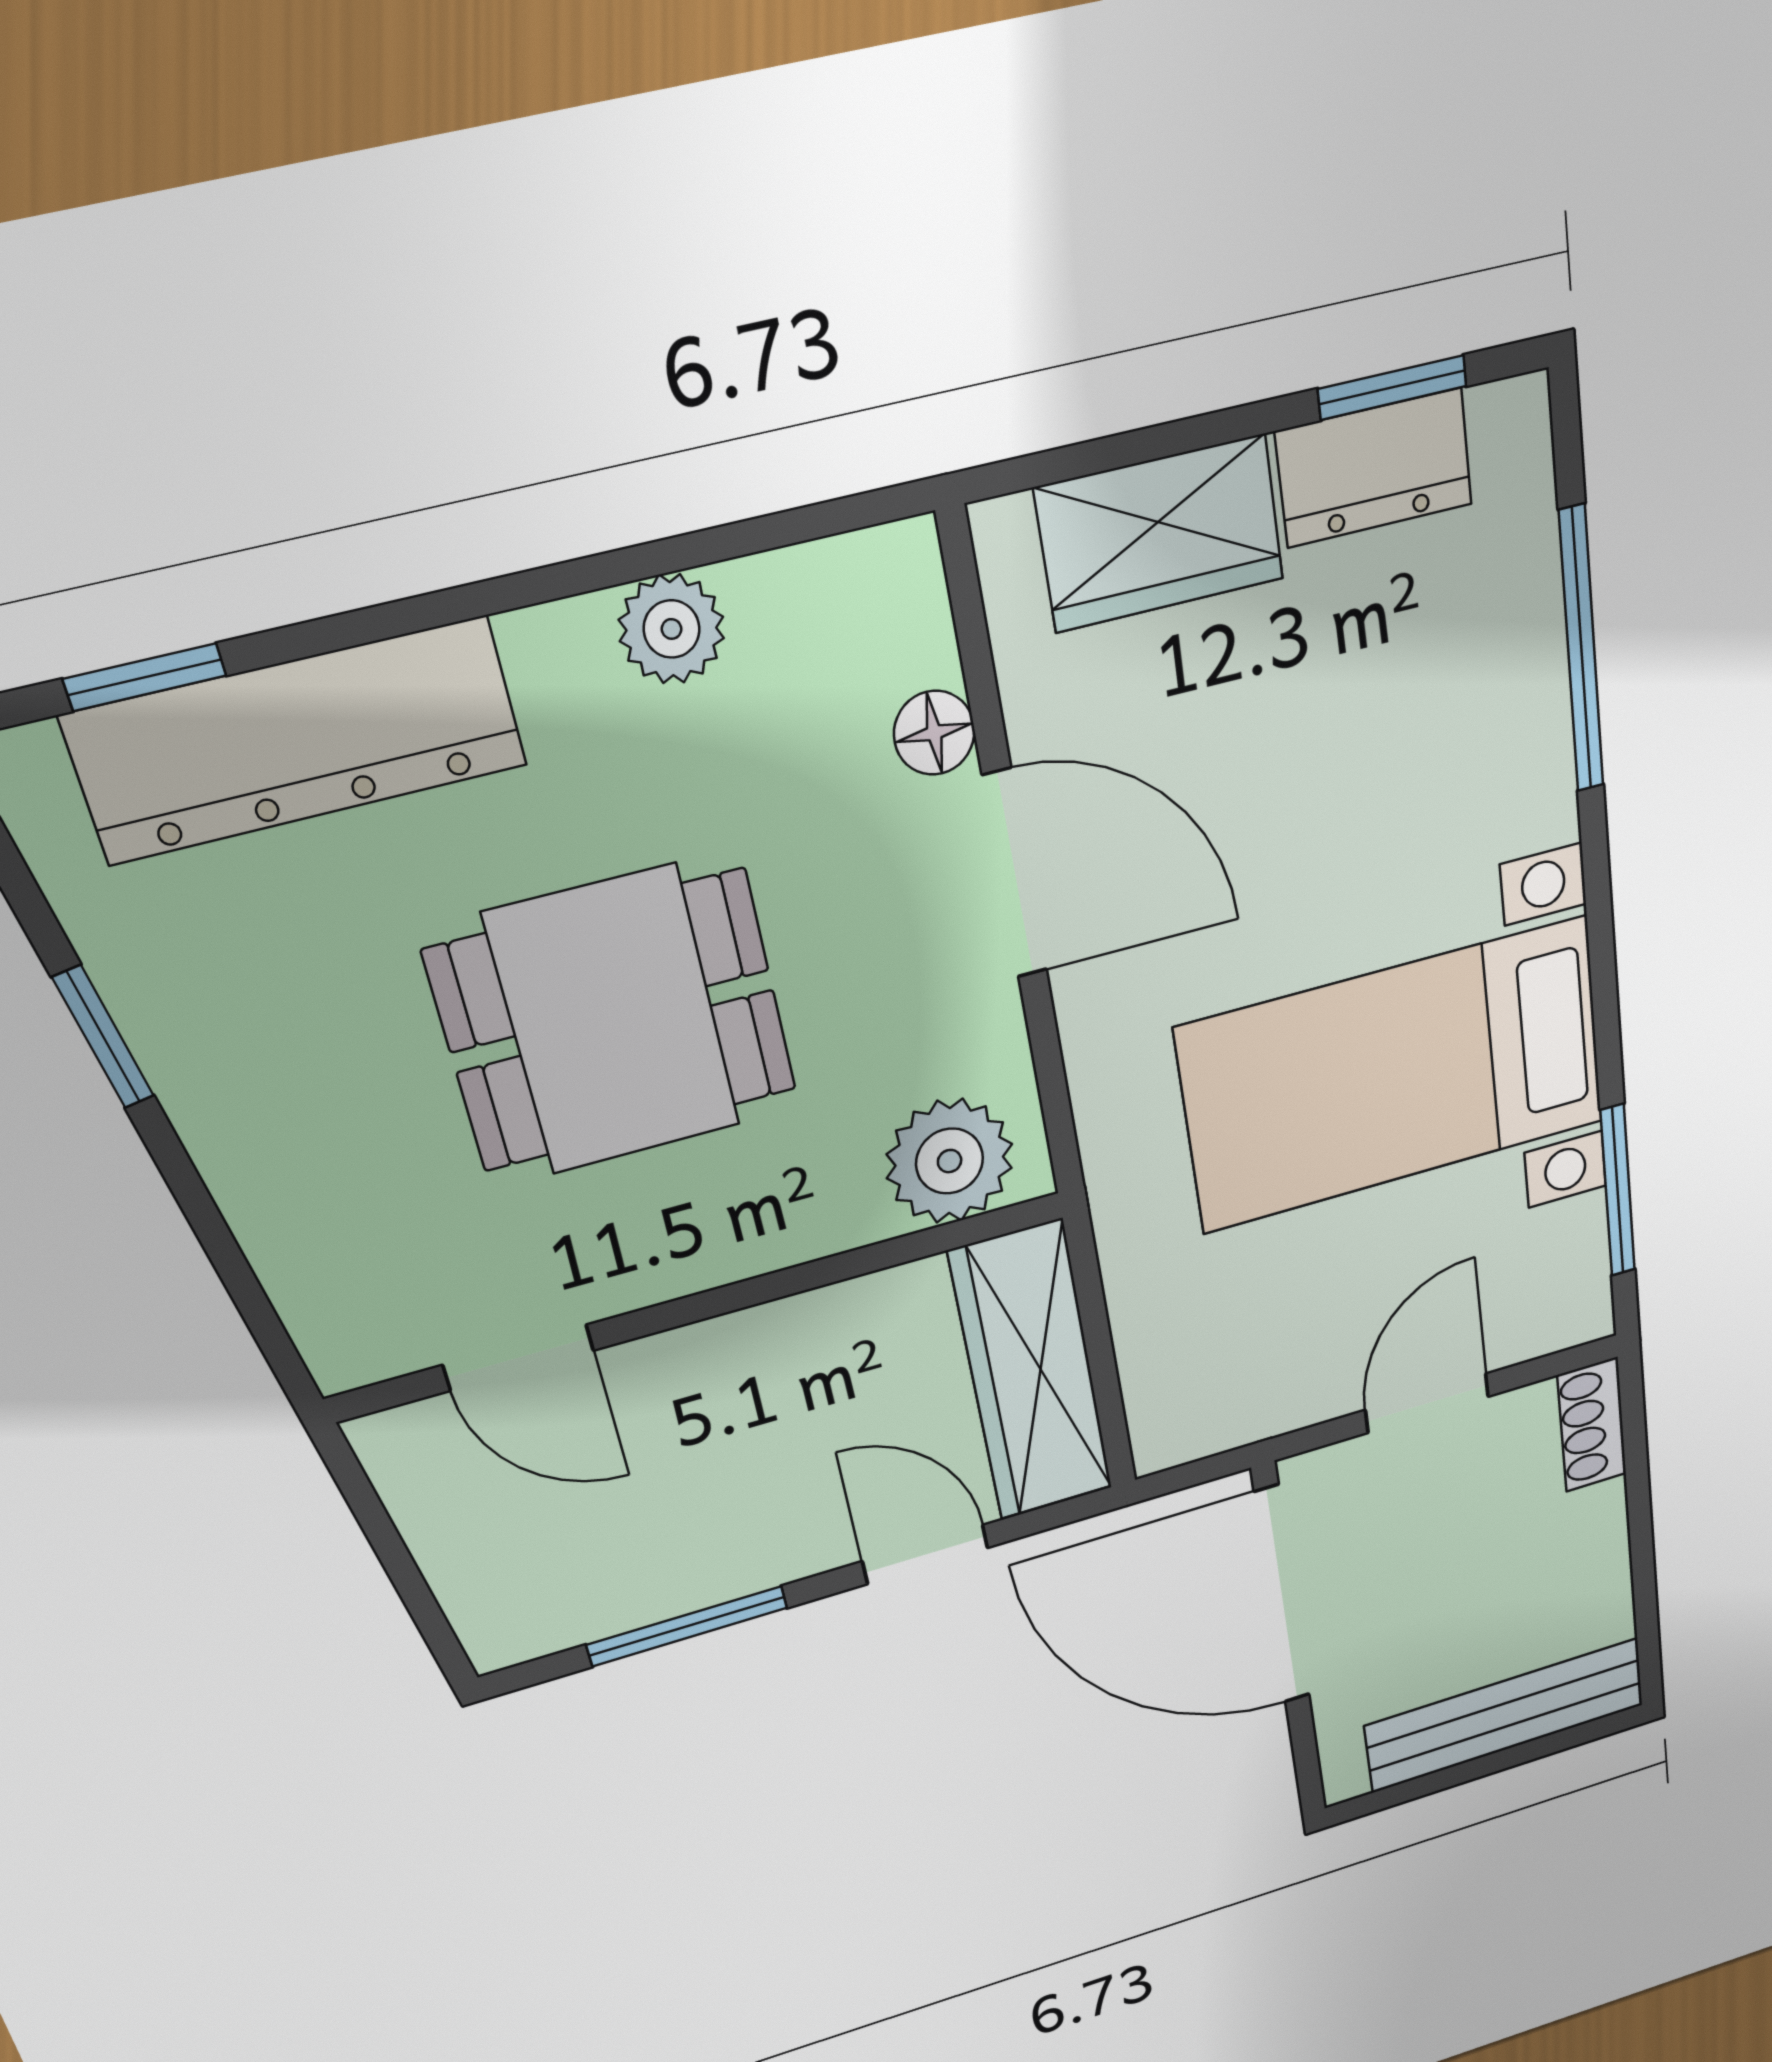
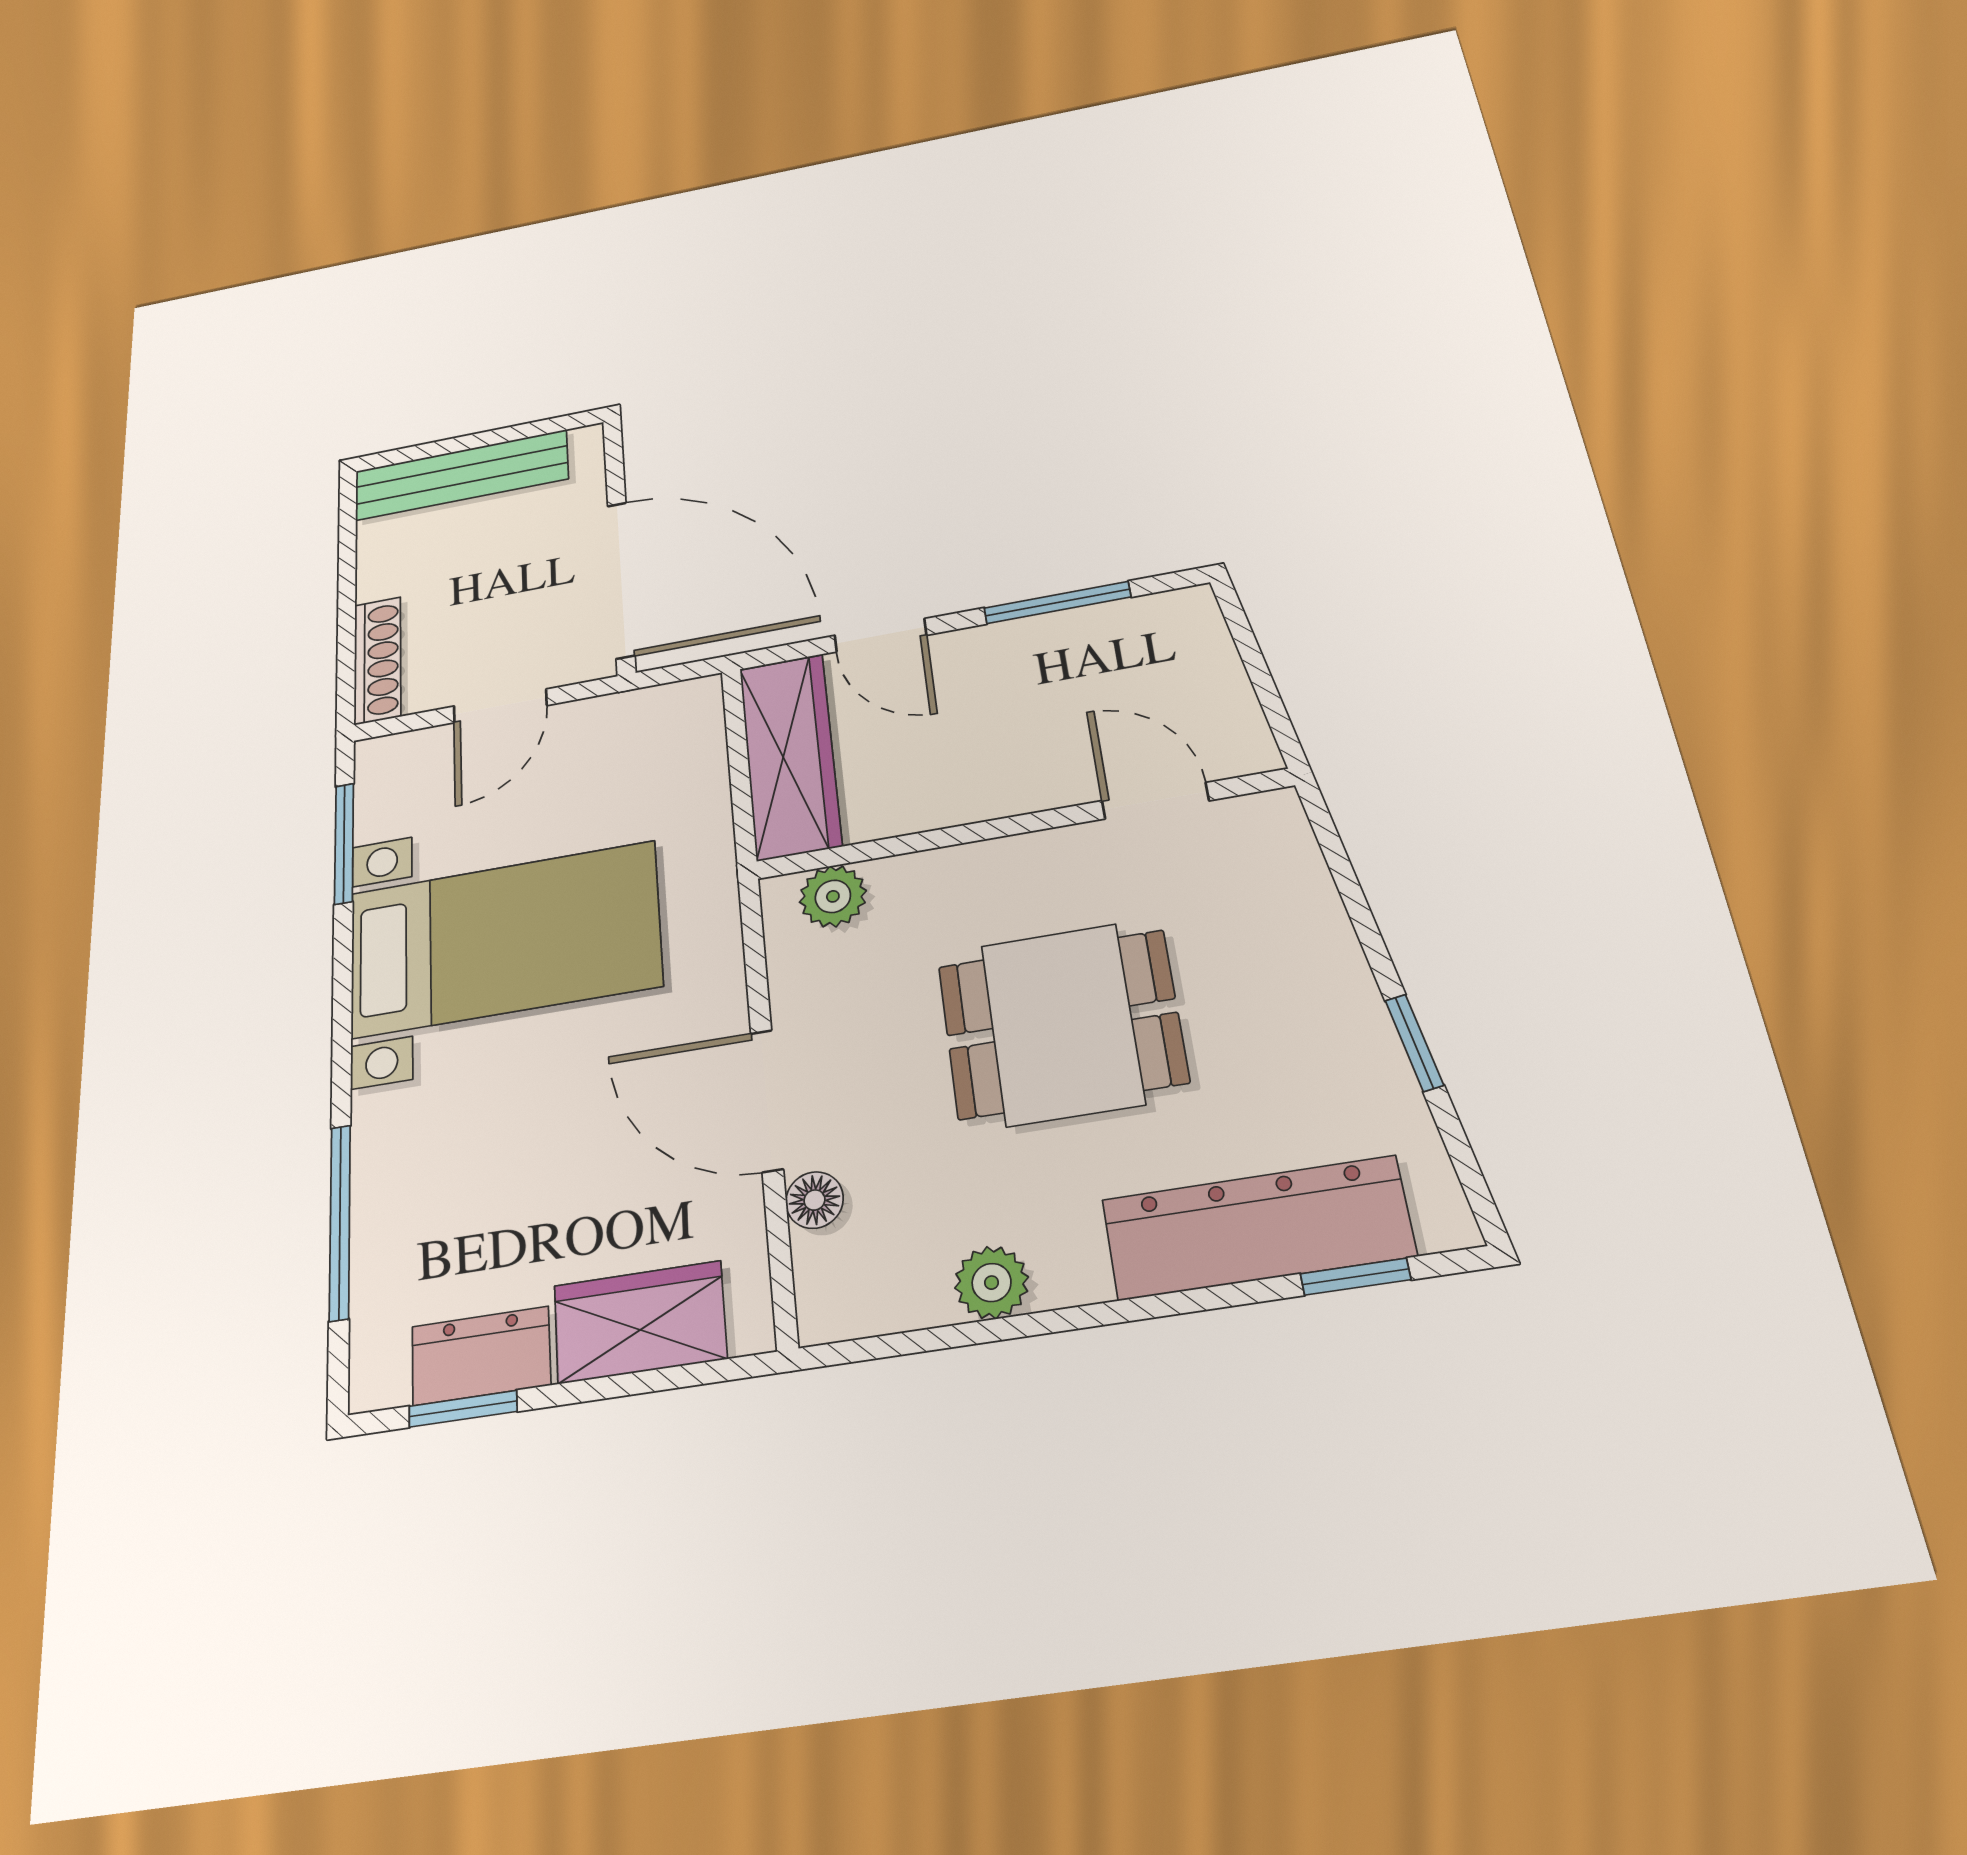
plant: (950, 1161) -> (833, 896), width x0.73, depth x0.73
shoe rack: (1592, 1425) -> (377, 660), width x1.43

